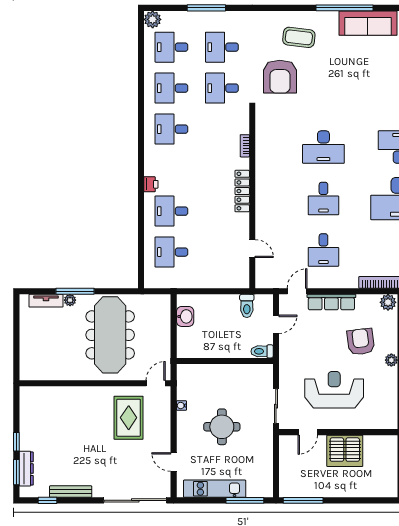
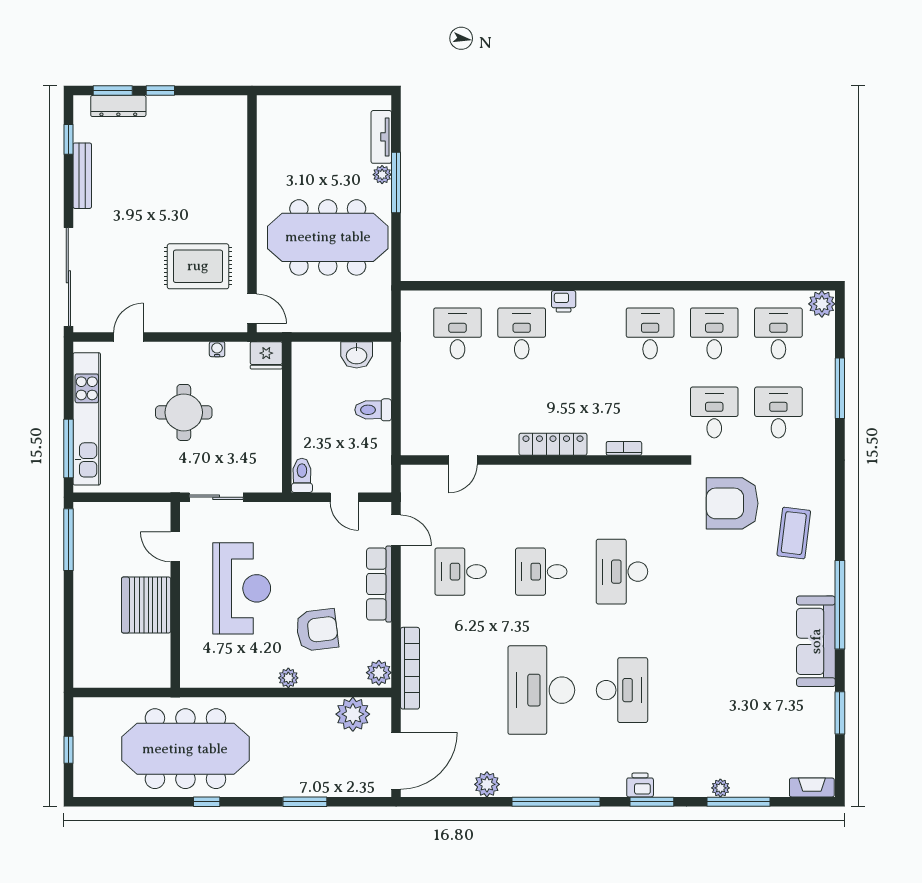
toilet: (247, 306) -> (373, 410), moved
fridge: (185, 374) -> (266, 355), added
kitchen unit: (215, 489) -> (87, 419), width x1.36

